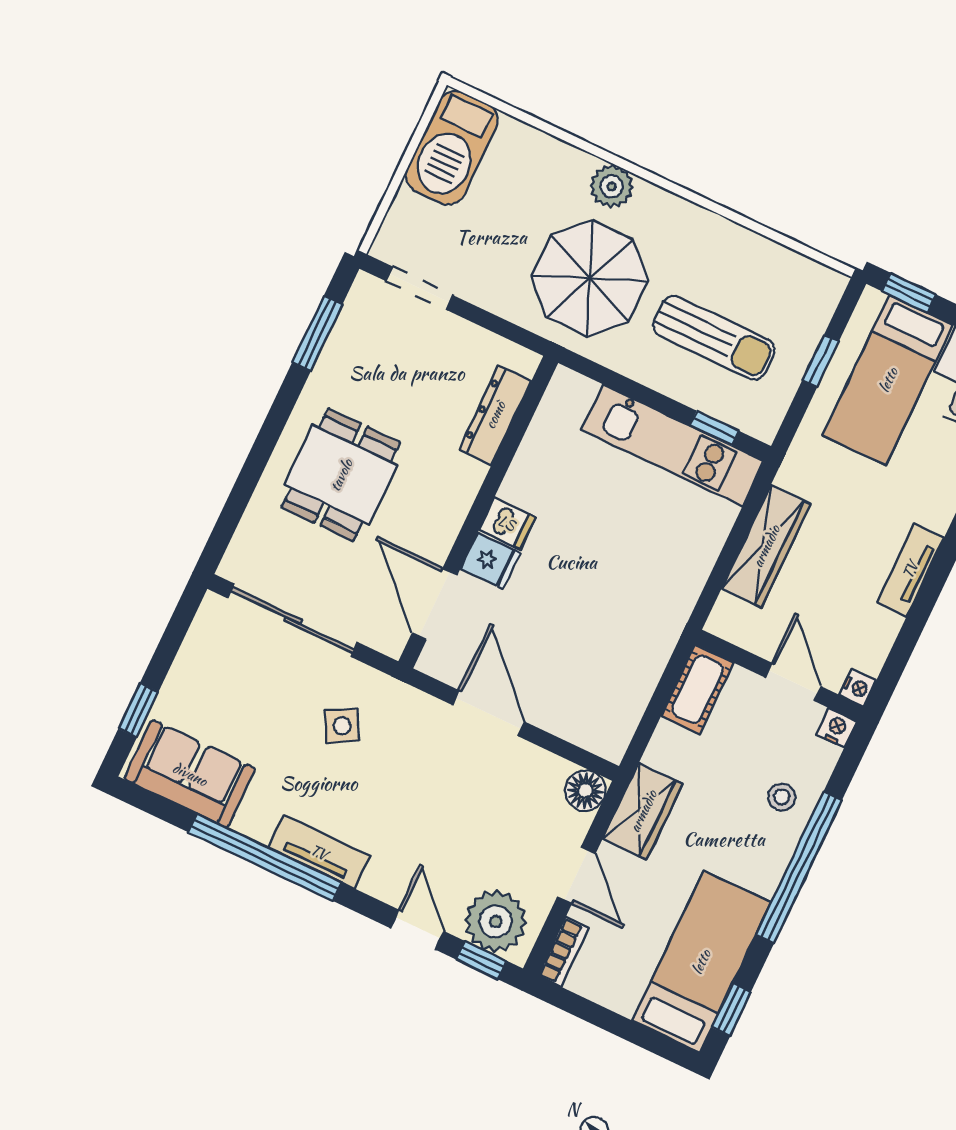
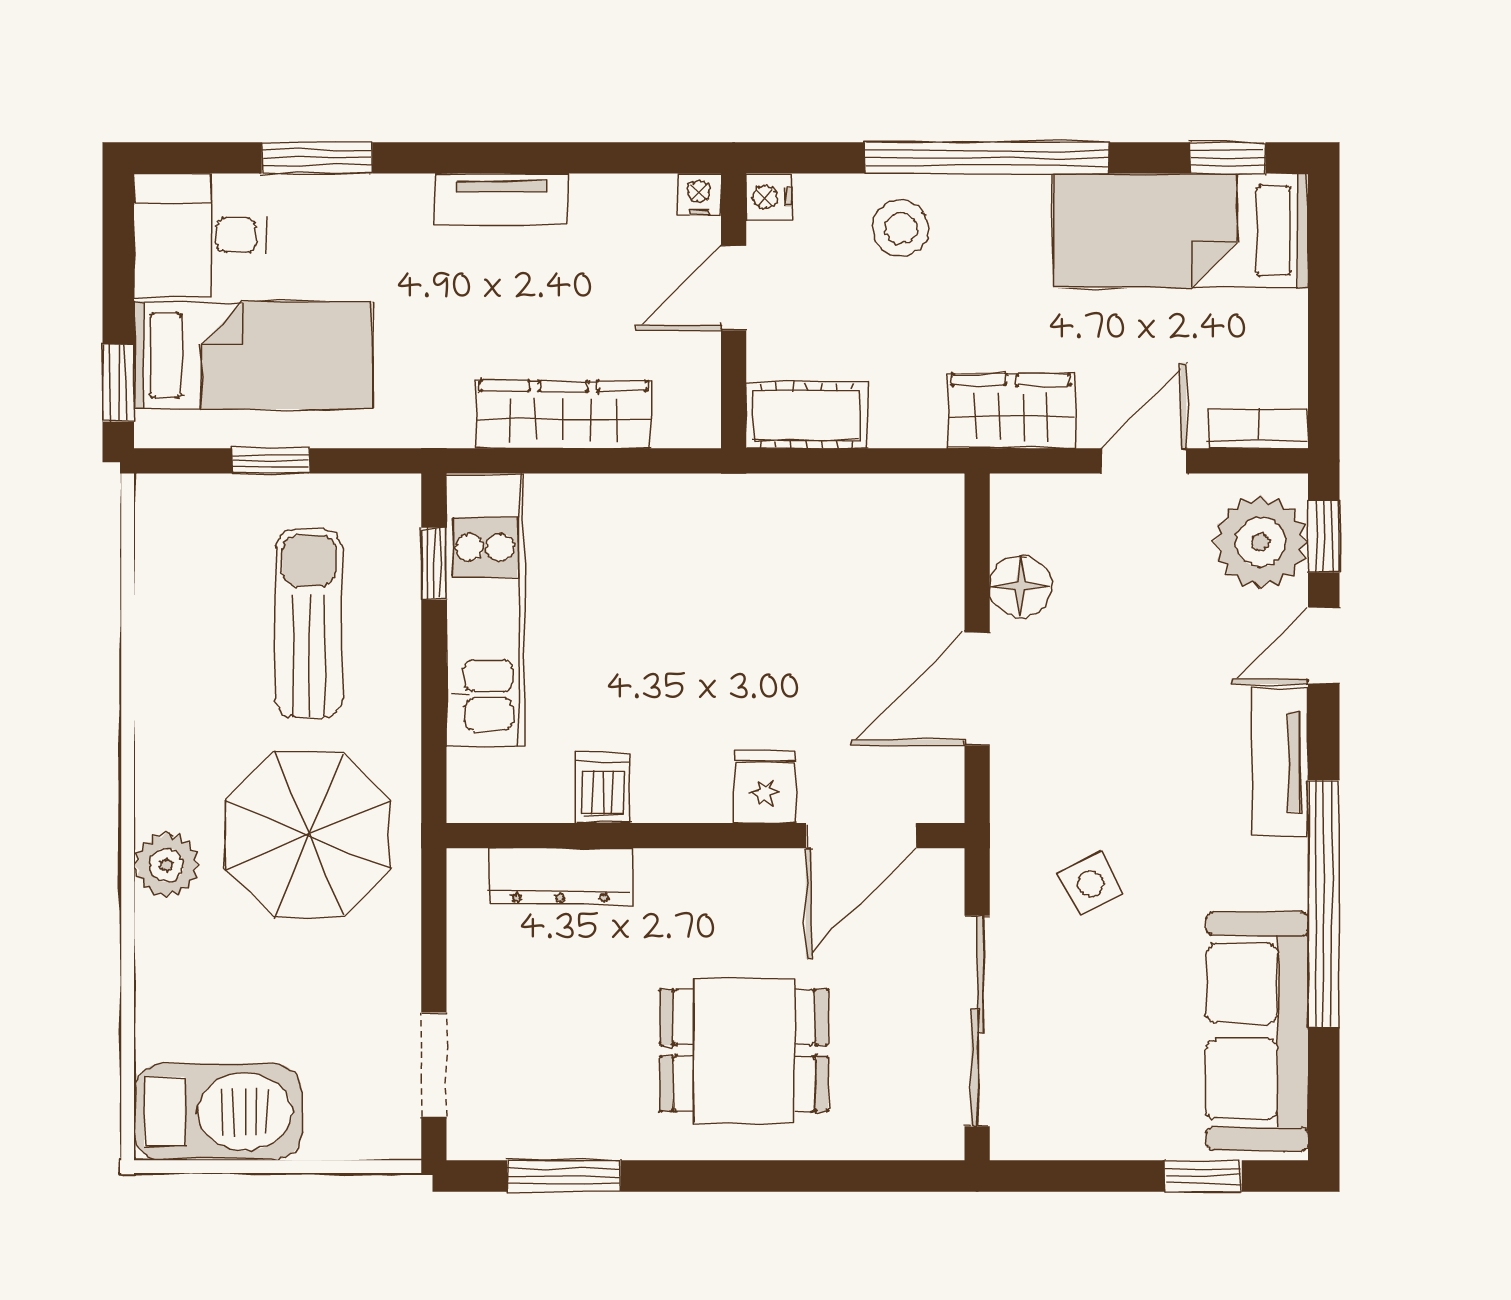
dishwasher: (507, 523) -> (603, 788), moved
sofa: (190, 774) -> (1257, 1031), width x1.36
floor lamp: (585, 791) -> (1021, 586), moved
stool: (782, 797) -> (900, 228), width x1.37, depth x1.37
tv unit: (319, 852) -> (1280, 762), moved

